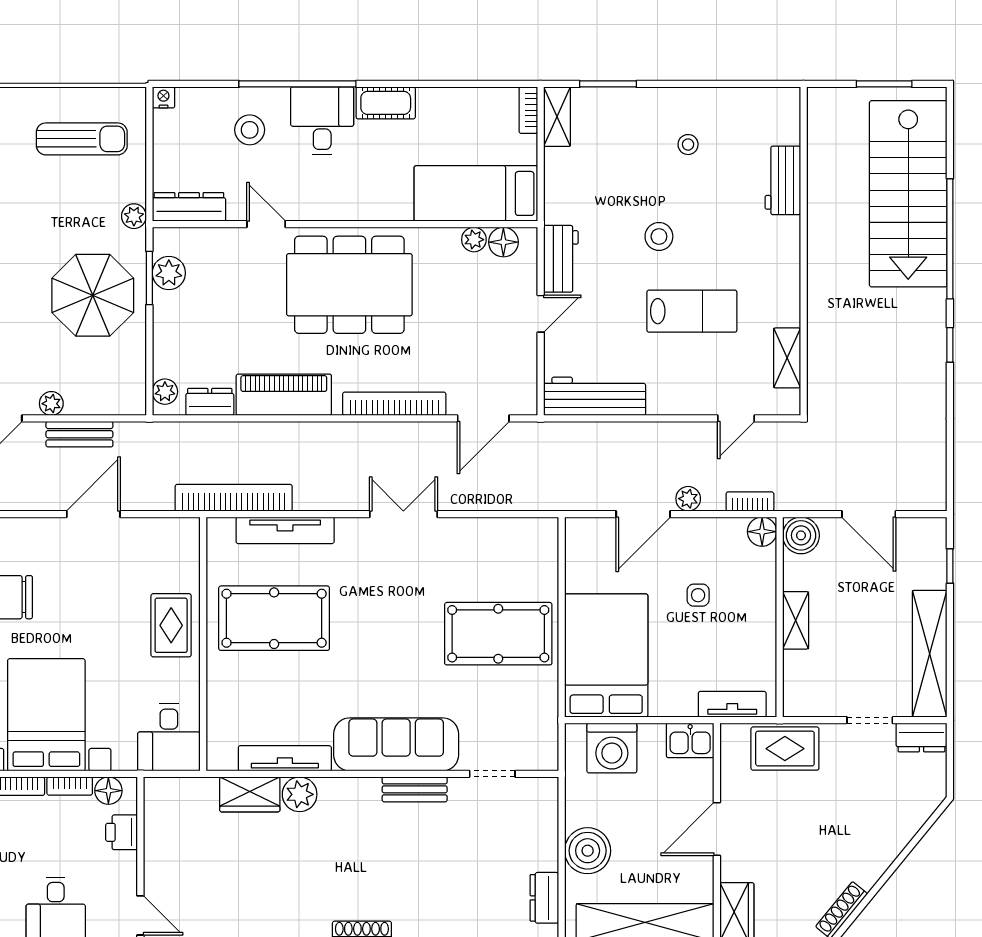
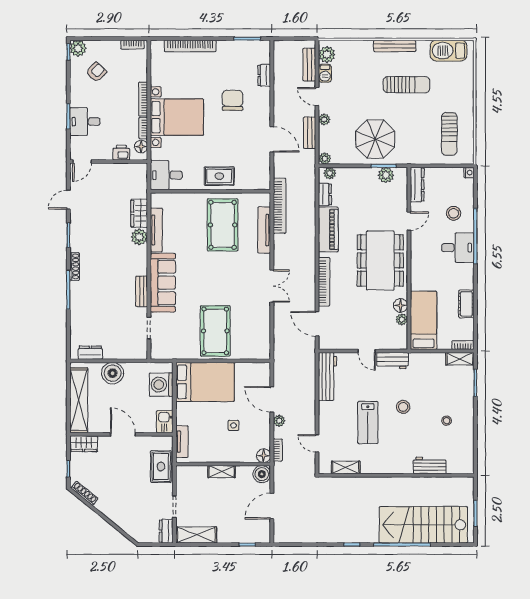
cot: (386, 103) -> (466, 304), moved
plant: (134, 216) -> (325, 159), moved
floor lamp: (503, 242) -> (401, 305), moved
shelving: (930, 654) -> (196, 535), width x0.68

